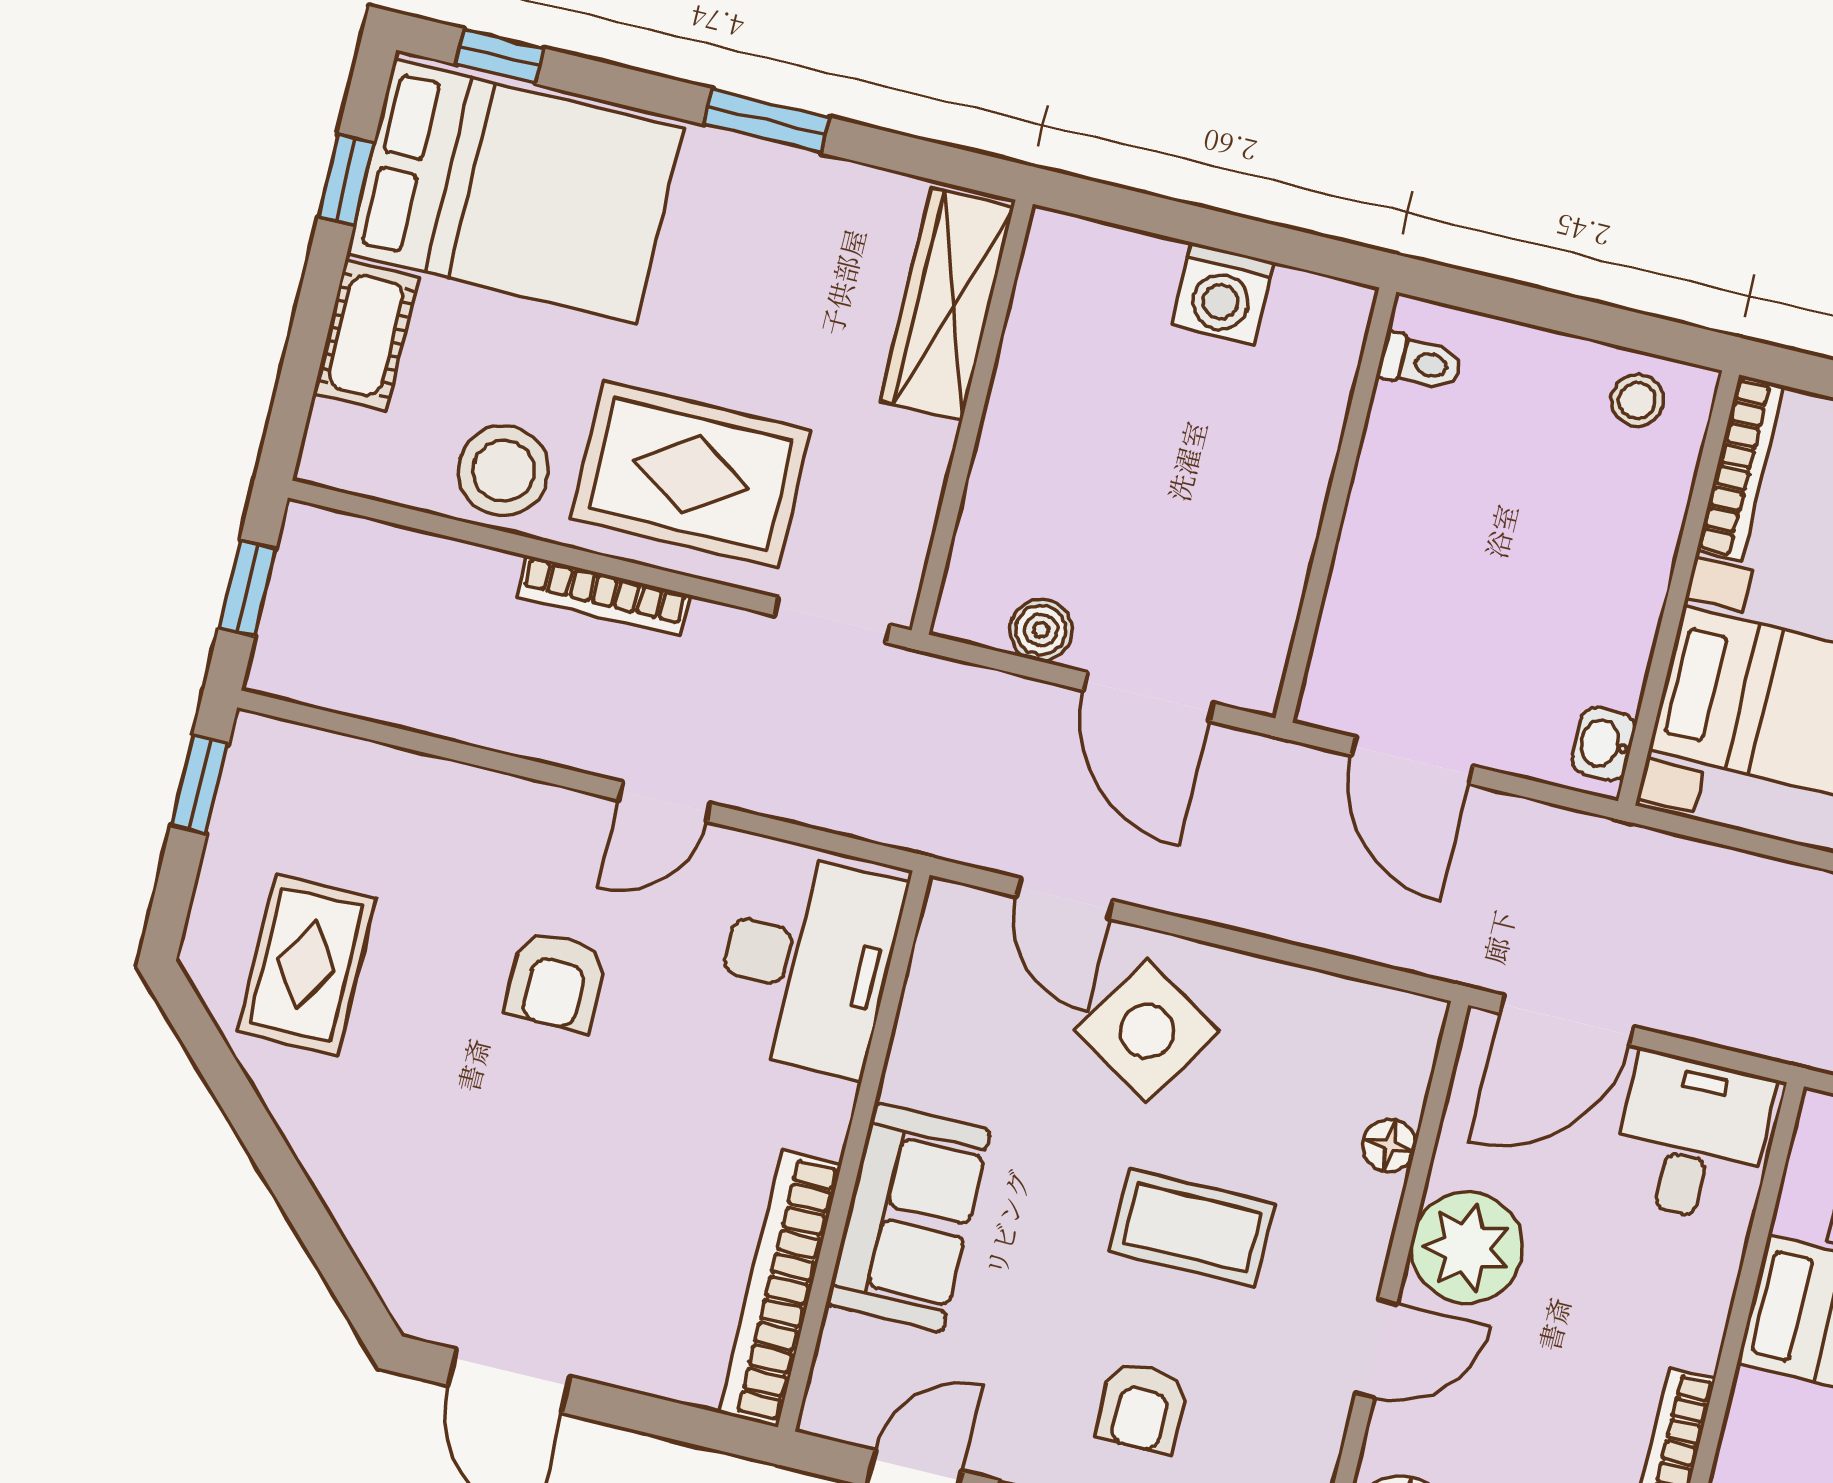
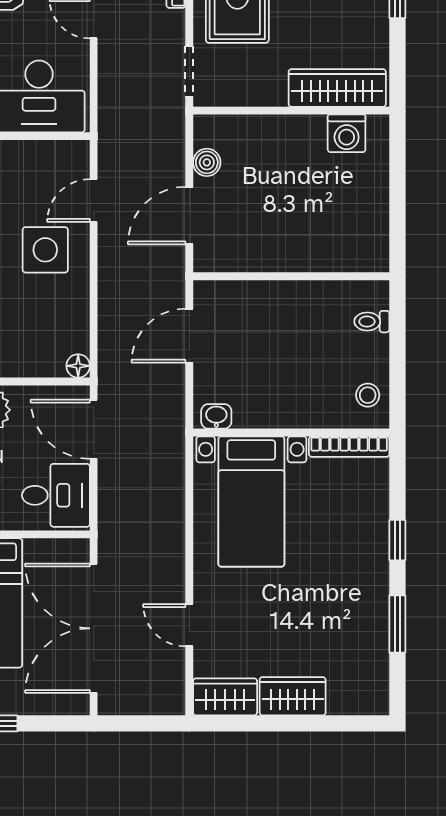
washing machine: (1223, 294) -> (347, 133), moved, turned -90
toilet: (1420, 362) -> (372, 322), moved, turned 90
side table: (1147, 1031) -> (45, 250), turned -32
floor lamp: (1389, 1146) -> (78, 366), moved

